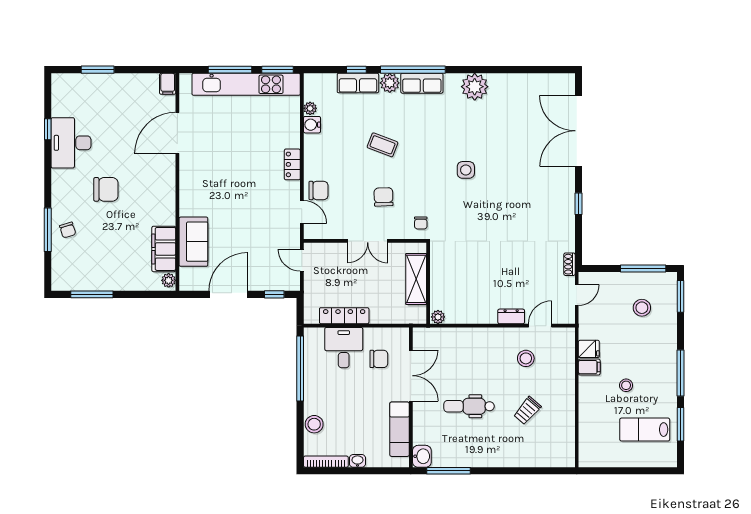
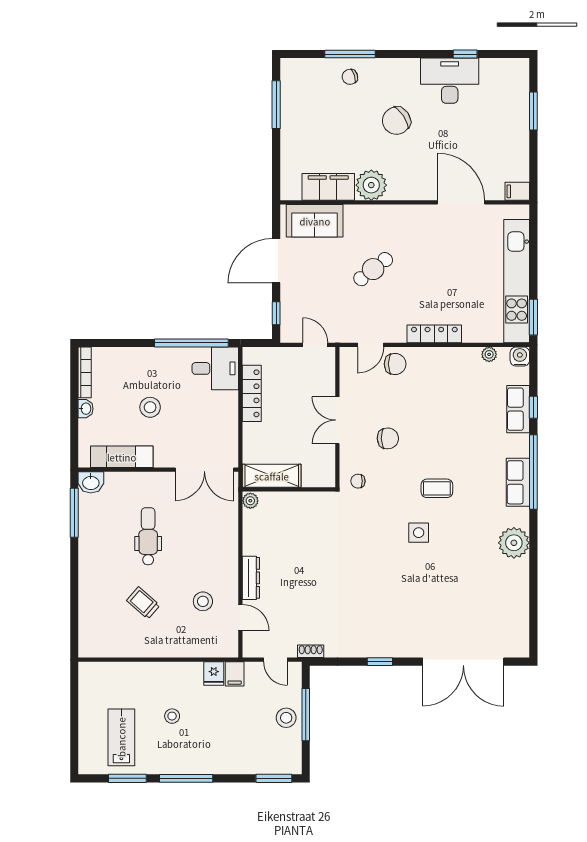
window: (230, 70) -> (533, 263), removed
plant: (390, 83) -> (518, 445), removed
water cooler: (312, 125) -> (520, 357), moved
double door: (578, 131) -> (463, 662), swing flipped
coffee table: (383, 145) -> (437, 488), moved, turned 69
locker: (292, 164) -> (434, 334), width x1.53
chair: (106, 189) -> (396, 121), turned 56
chair: (319, 190) -> (395, 364), turned -90
cafe table: (236, 210) -> (373, 269), added
sofa: (193, 242) -> (315, 221), moved
door: (302, 260) -> (315, 345), hinge flipped
window: (643, 269) -> (306, 715), moved
shelving: (416, 279) -> (272, 476), moved
plant: (169, 280) -> (371, 185), moved, width x1.88, depth x1.88
door: (228, 294) -> (276, 261), swing flipped
stool: (642, 308) -> (286, 718), moved
dresser: (511, 316) -> (251, 578), width x1.44
desk: (344, 348) -> (215, 368), moved
chair: (379, 359) -> (202, 433), removed
filing cabinet: (589, 367) -> (235, 674), moved
double door: (411, 376) -> (204, 470), moved
stool: (314, 424) -> (150, 407), moved

